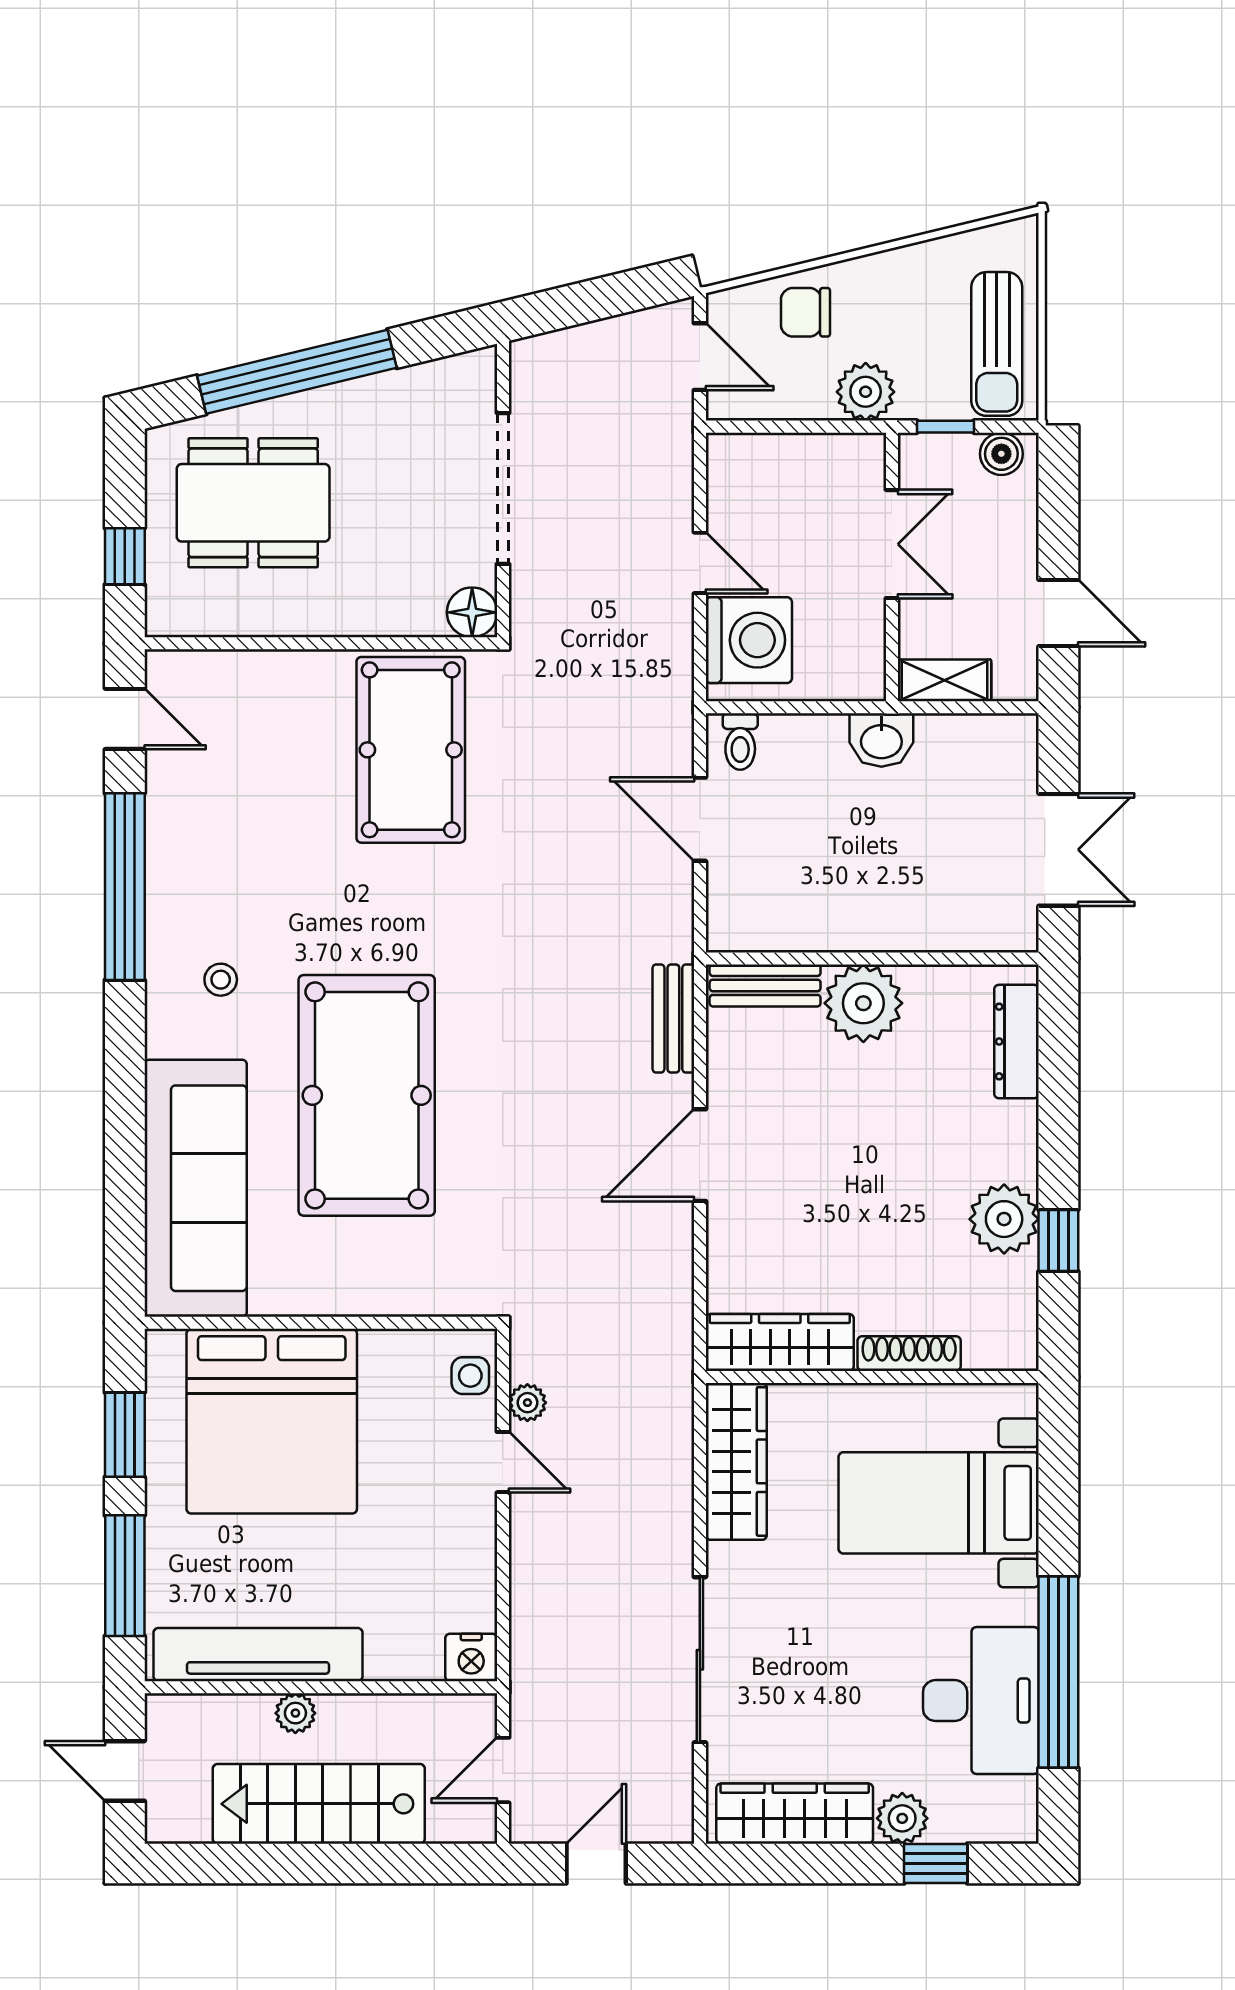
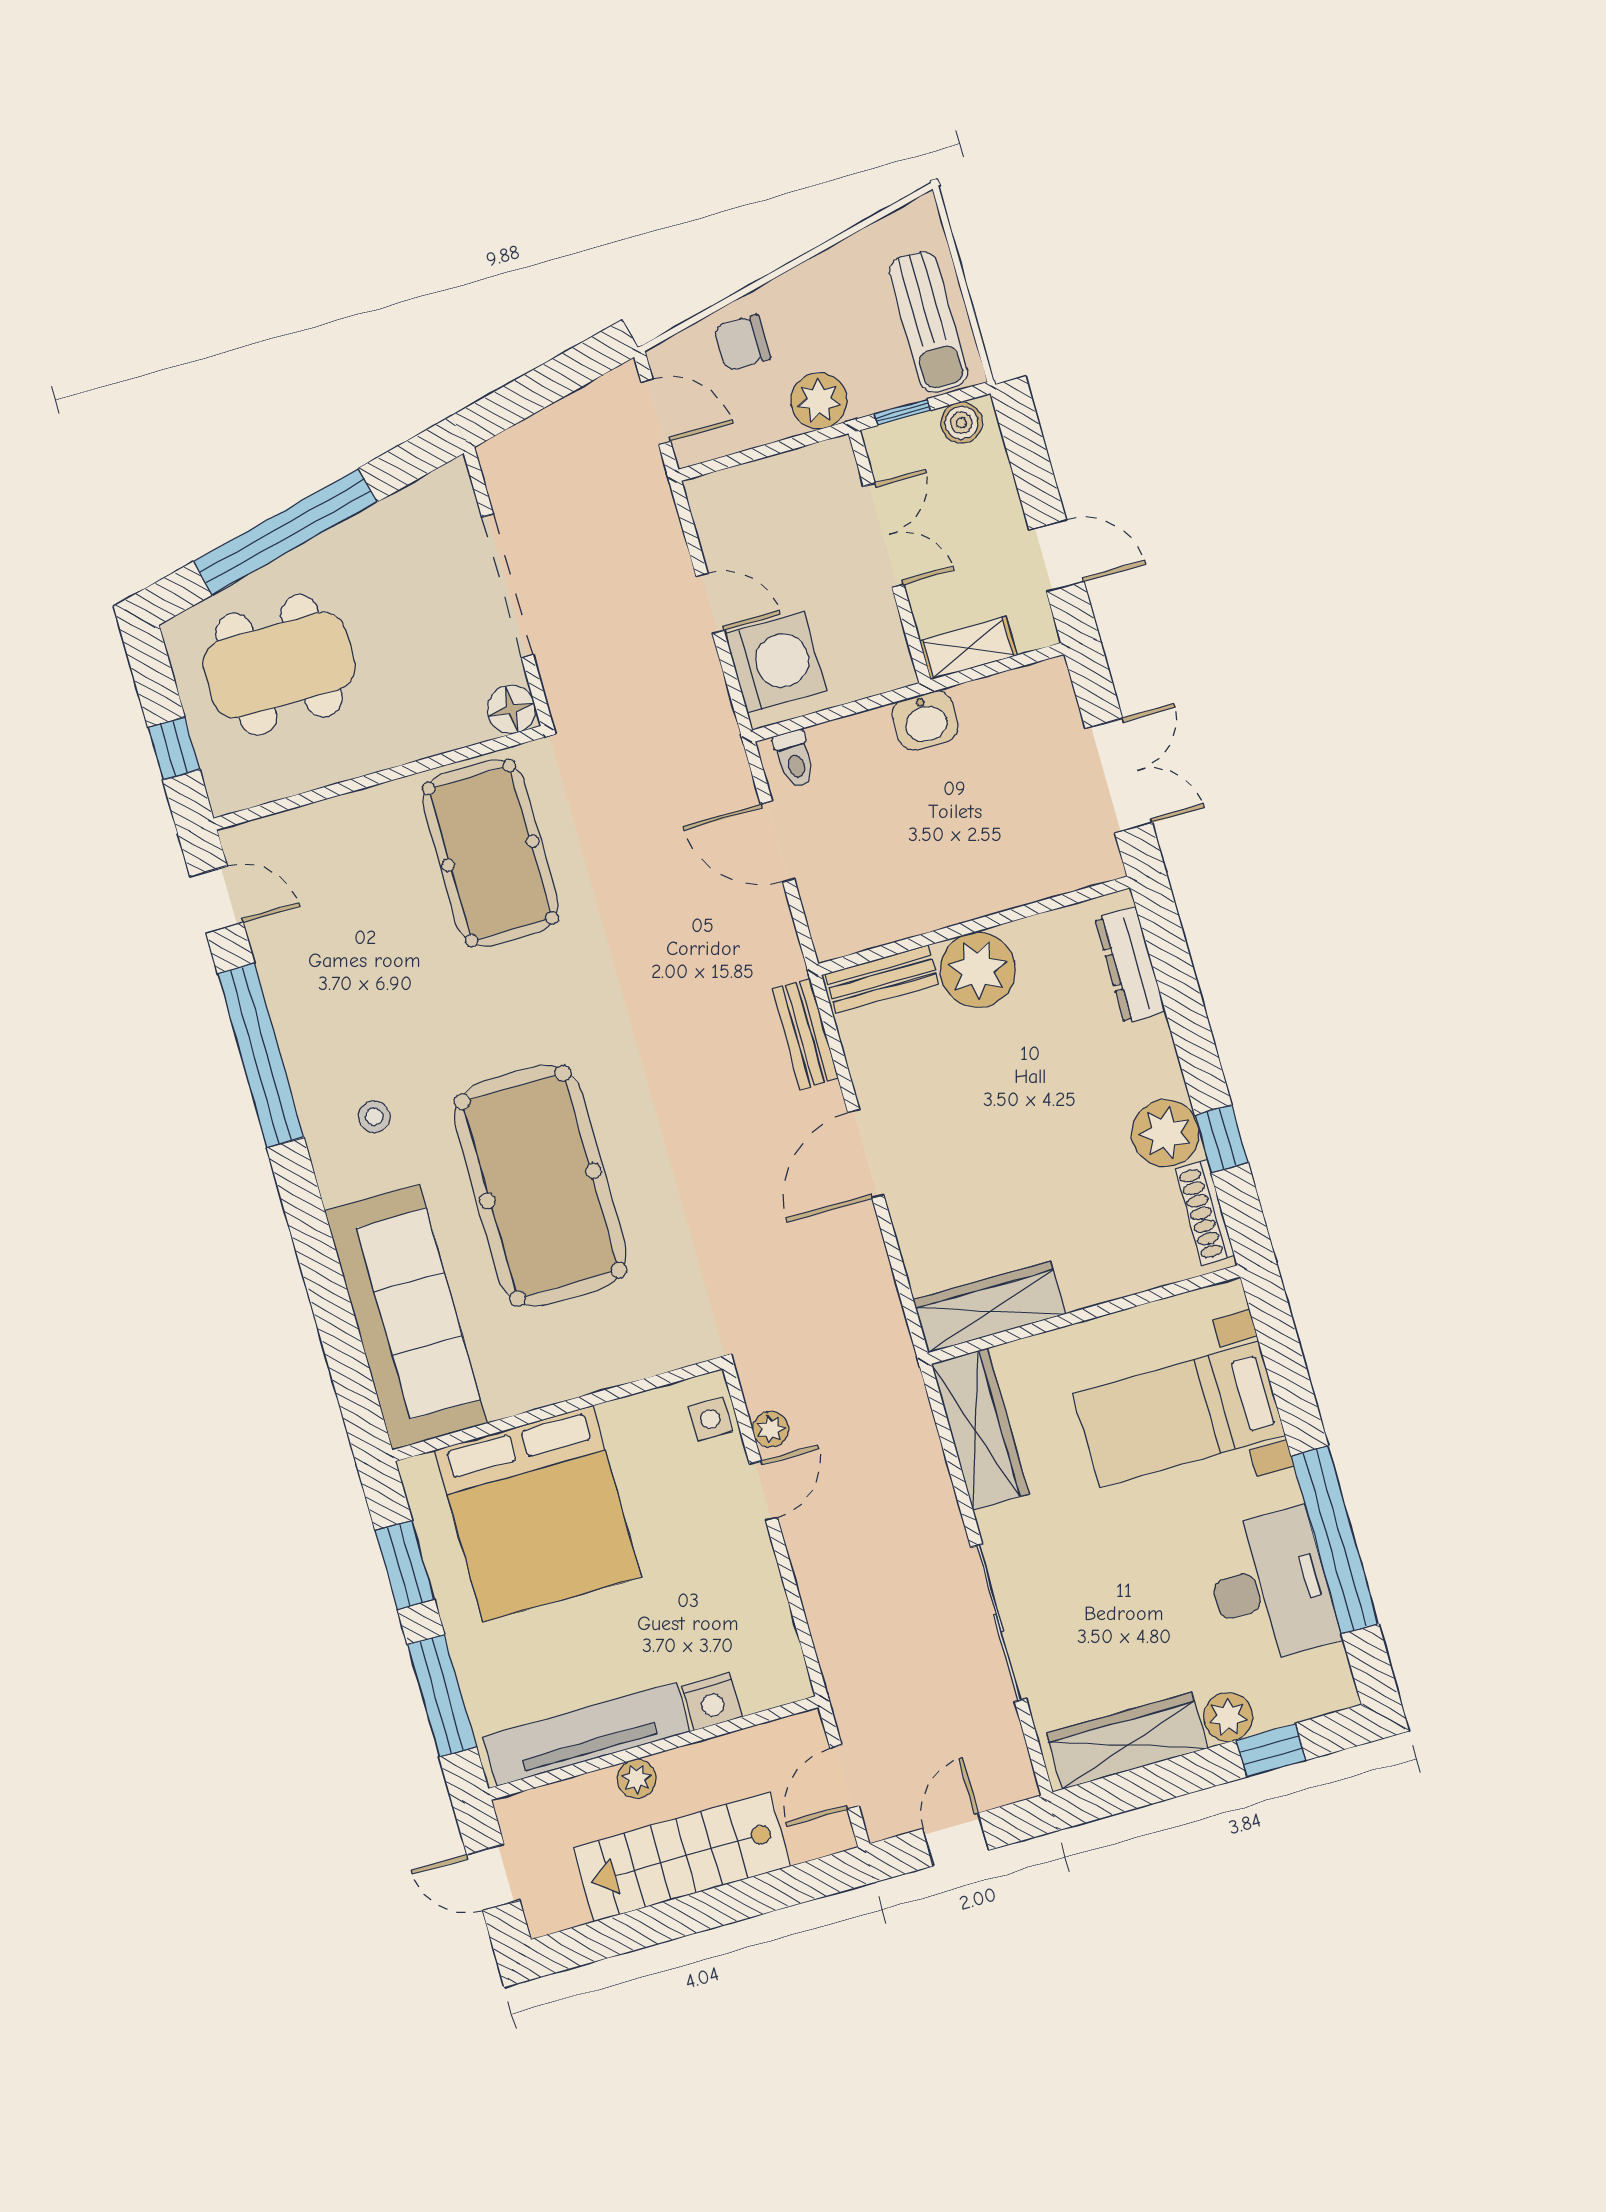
shoe rack: (909, 1354) -> (1205, 1212), moved, turned -90
door: (503, 1462) -> (763, 1491), hinge flipped
nightstand: (471, 1657) -> (712, 1702), moved

